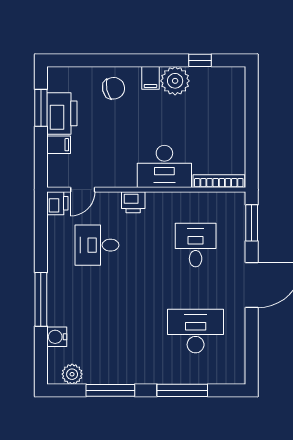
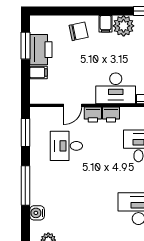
door: (83, 190) -> (73, 105), moved
printer: (57, 203) -> (111, 115), moved, turned 90
window: (41, 227) -> (25, 133), added

